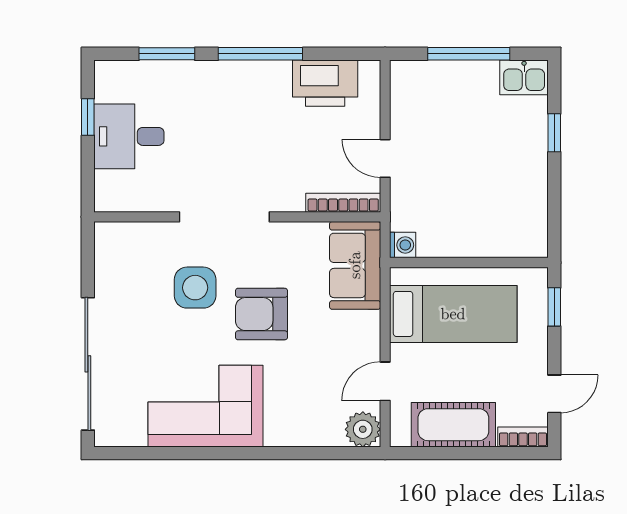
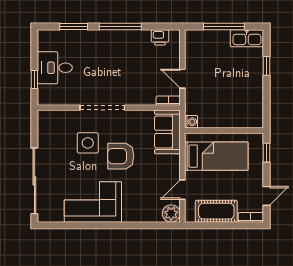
kitchen sink: (524, 77) -> (247, 38), width x1.38
printer: (325, 83) -> (160, 37), width x0.53, depth x0.68
window: (88, 117) -> (34, 80), moved
bookcase: (343, 203) -> (168, 101), width x0.64

